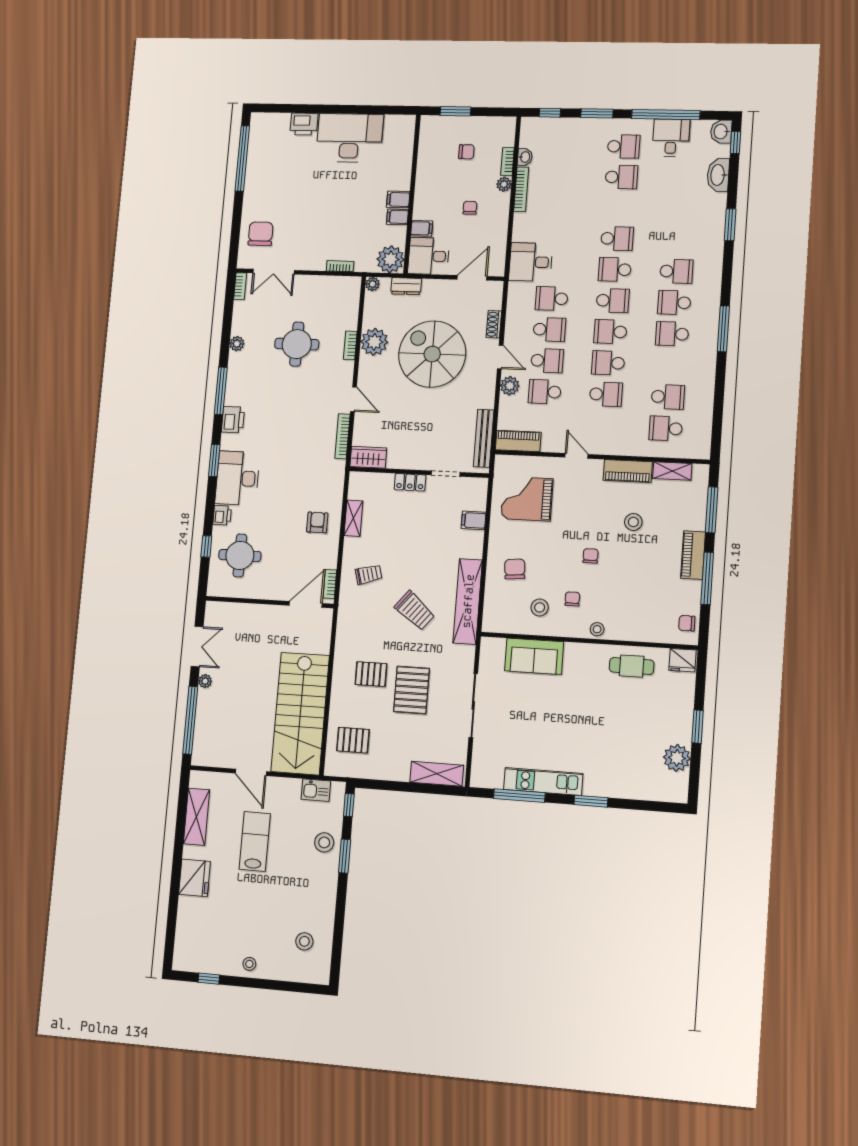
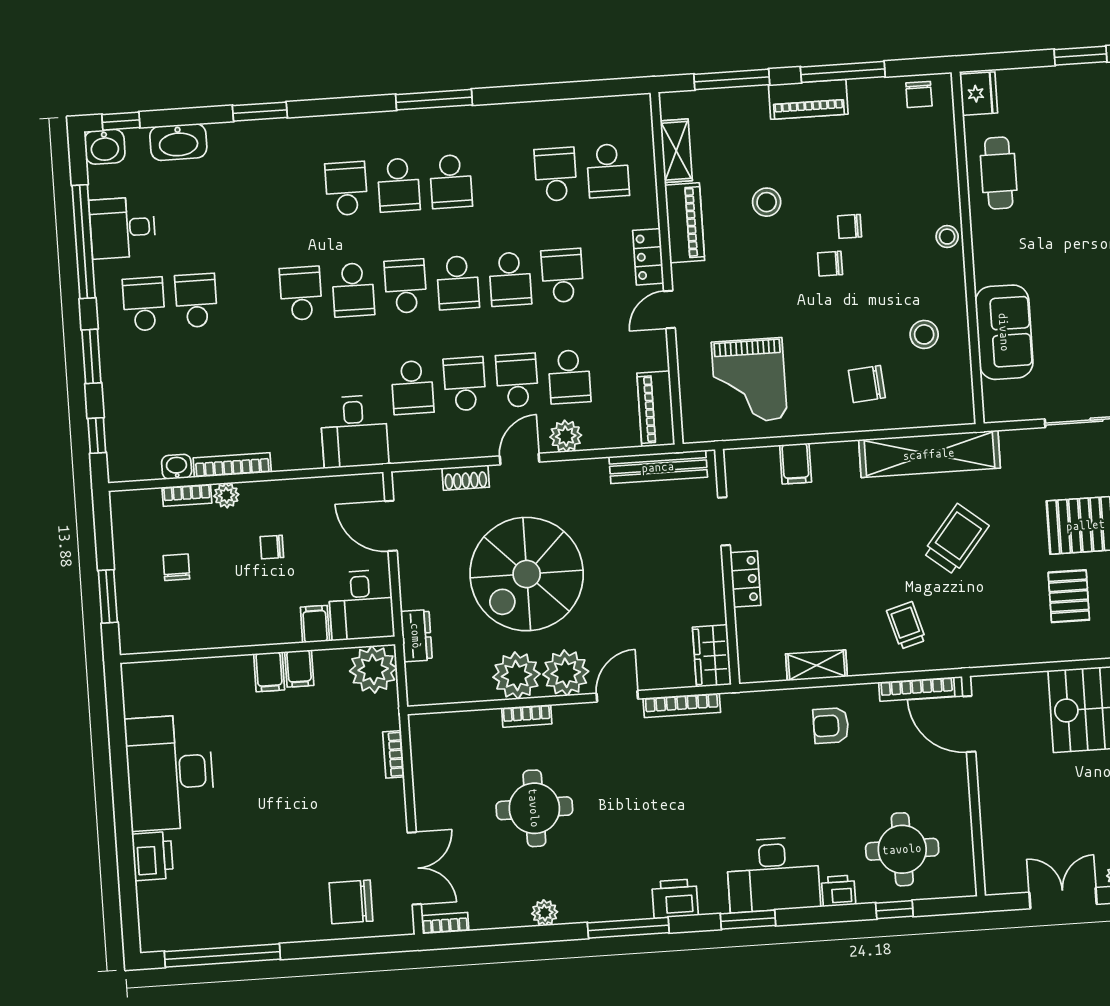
plant: (373, 284) -> (566, 673), moved, width x1.88, depth x1.88
locker: (610, 447) -> (648, 257), added
bookcase: (330, 584) -> (917, 689), width x1.56
chair: (572, 599) -> (850, 226), moved

